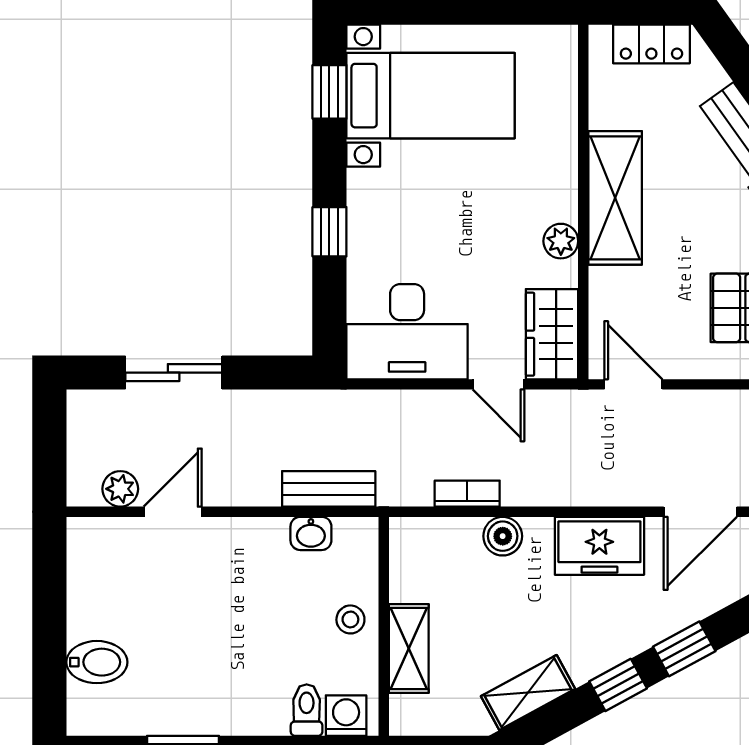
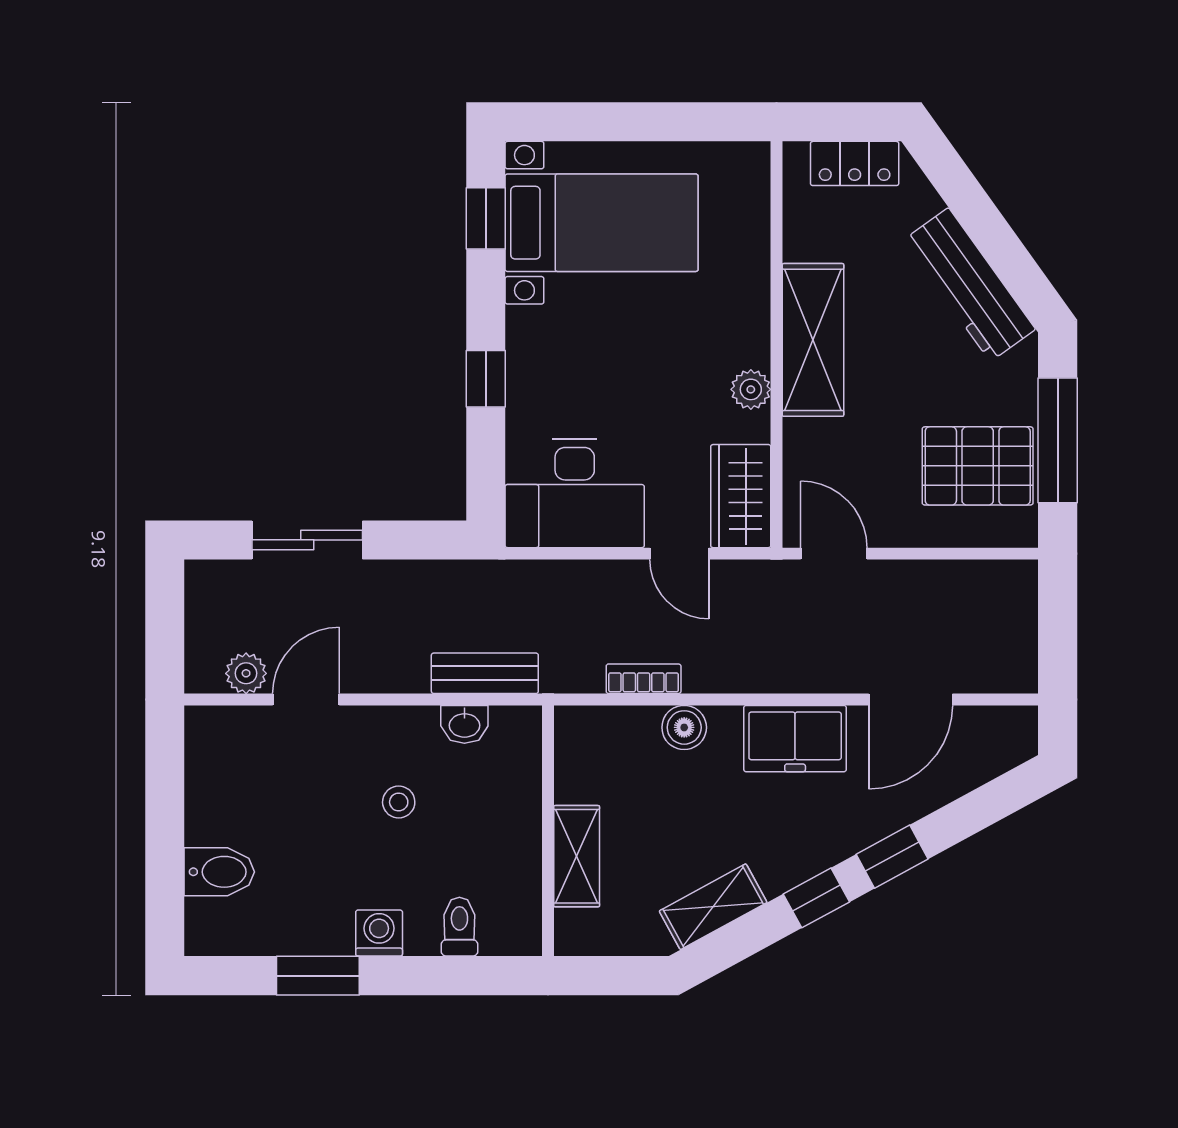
stool: (350, 619) -> (399, 802), moved
washing machine: (346, 716) -> (379, 933), moved

